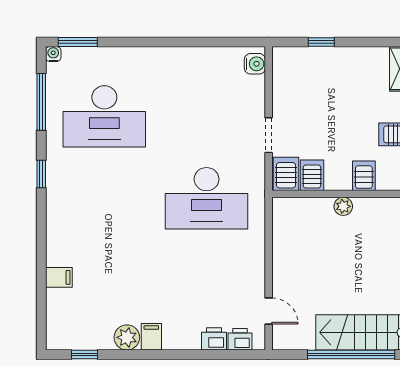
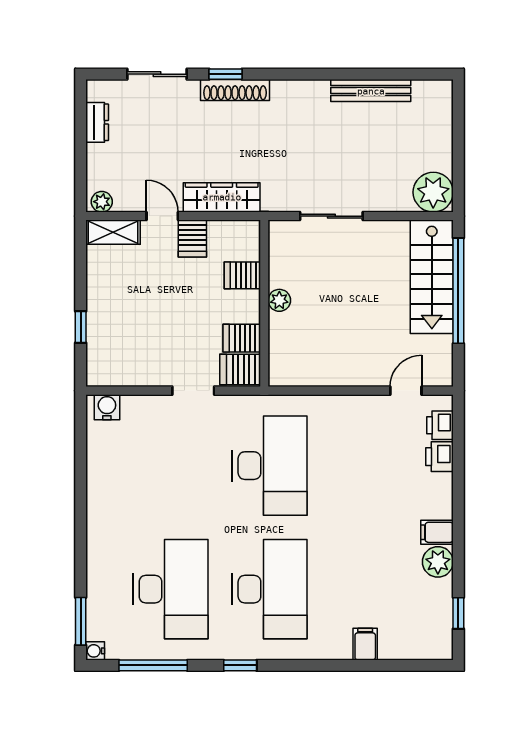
desk: (104, 198) -> (270, 589), added

